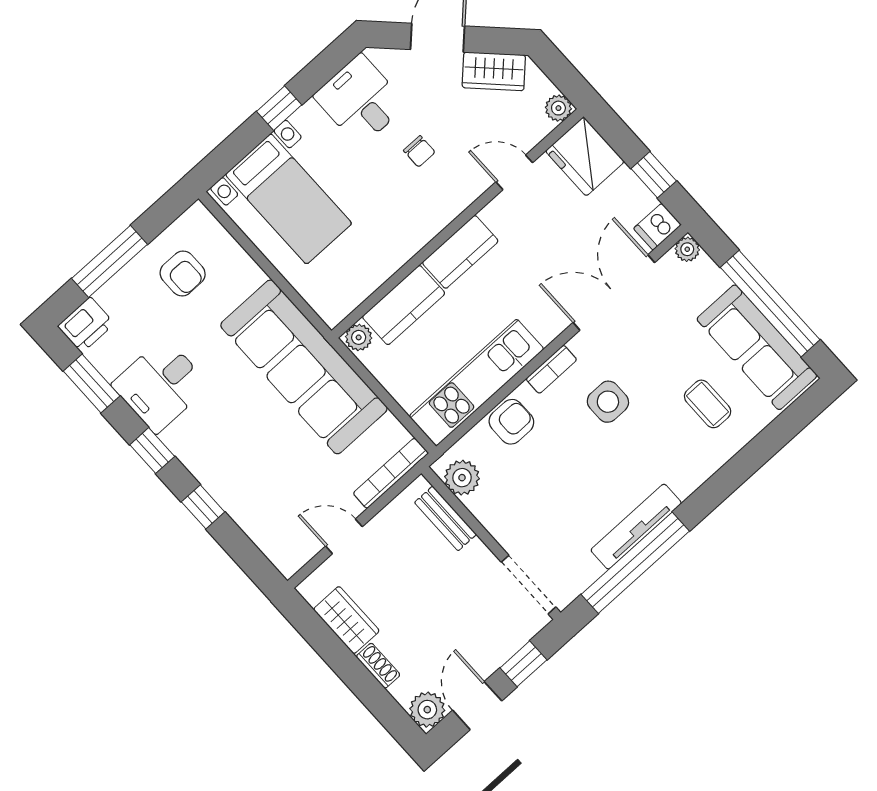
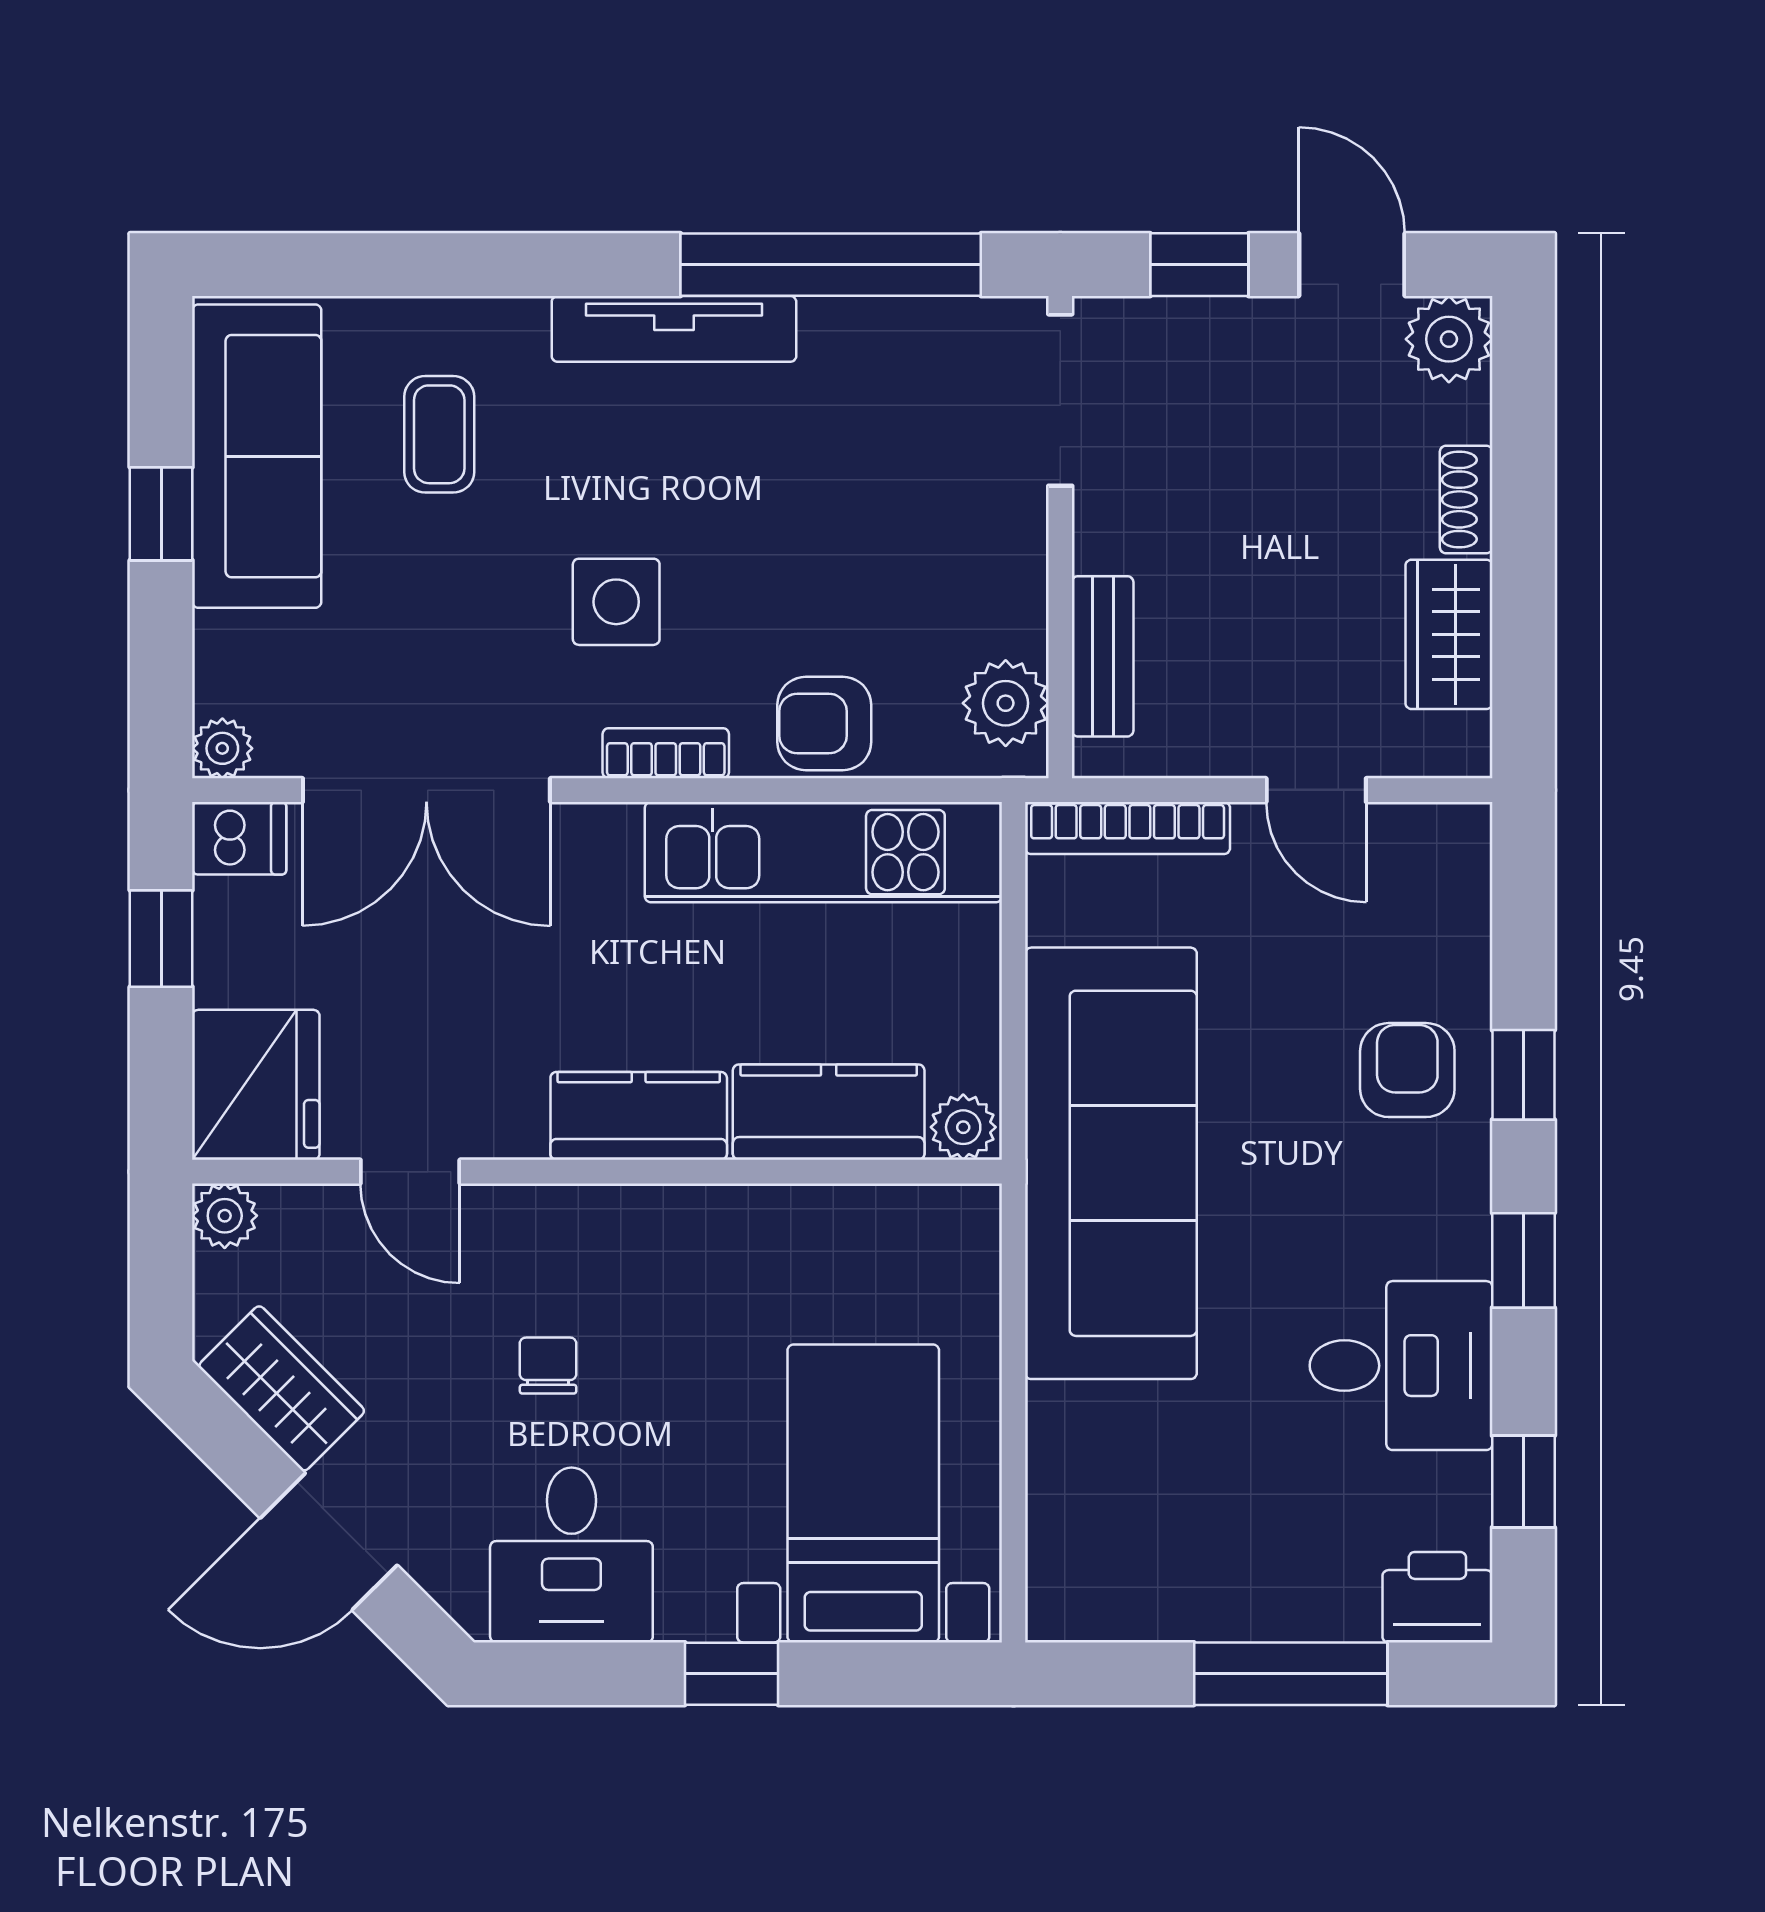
armchair: (183, 274) -> (1407, 1070), moved
window: (770, 304) -> (161, 514), width x0.32
window: (92, 383) -> (1523, 1481), width x0.67
tv unit: (636, 527) -> (674, 329), moved
door: (477, 706) -> (1352, 265), swing flipped

